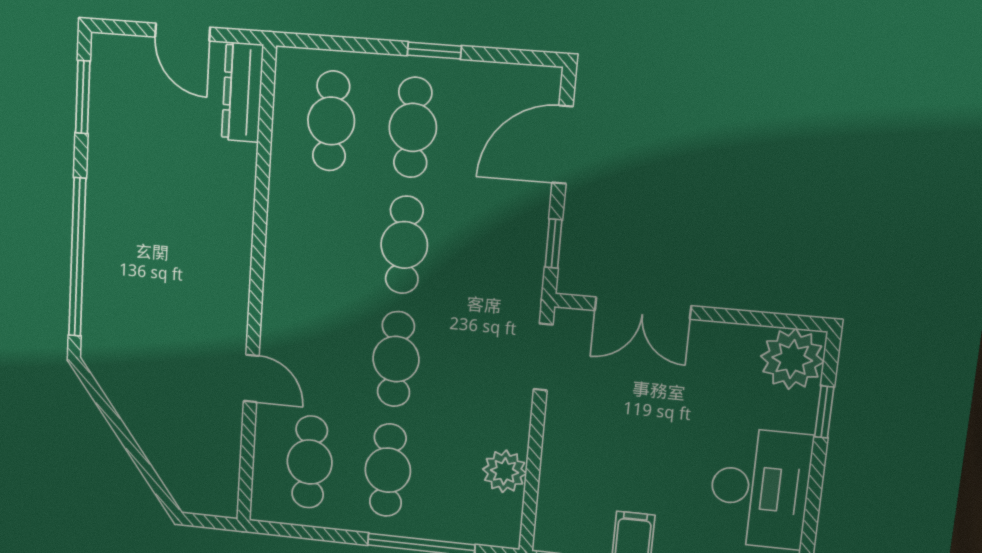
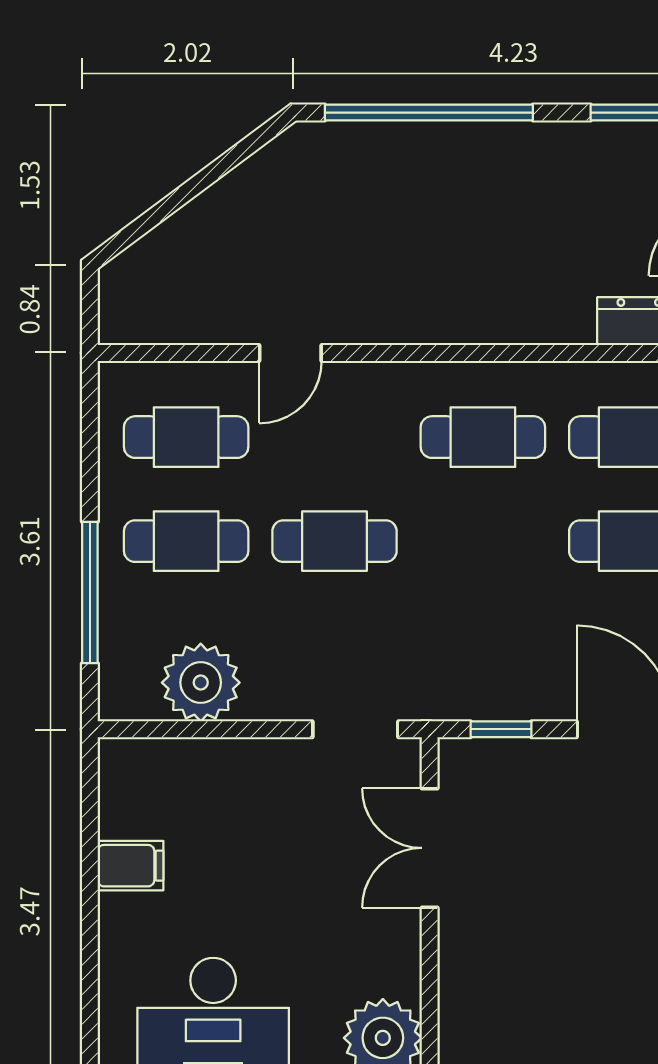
cafe table: (404, 245) -> (483, 437), moved
plant: (504, 471) -> (201, 683), width x1.36, depth x1.36

